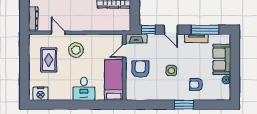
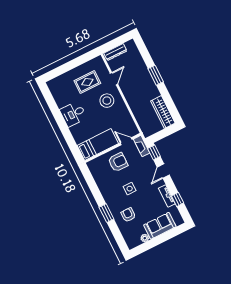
window: (205, 30) -> (178, 199), width x0.46
desk: (84, 89) -> (73, 114), moved
nightstand: (41, 94) -> (56, 89), removed

